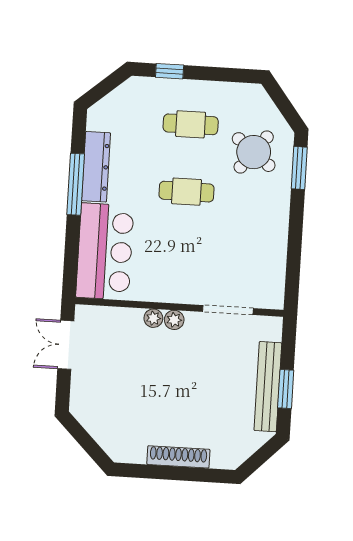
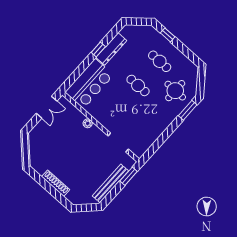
round table: (254, 152) -> (175, 91), turned -38
window: (76, 184) -> (98, 50), width x0.46
plant: (174, 320) -> (95, 130), removed
double door: (66, 345) -> (47, 107), swing flipped
window: (286, 389) -> (129, 176), moved

